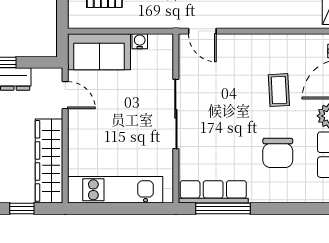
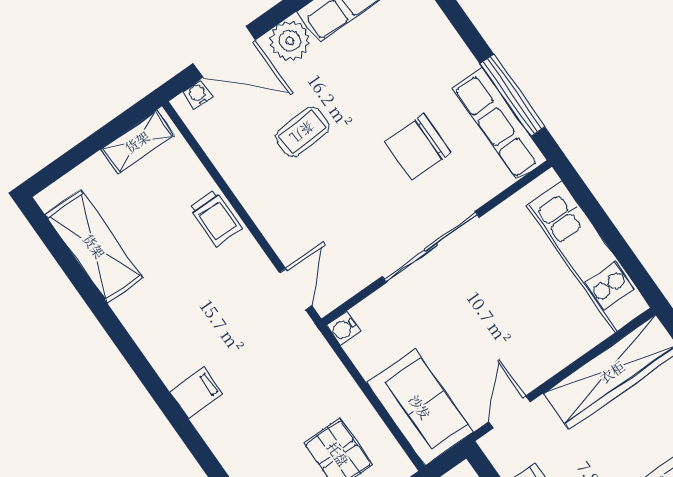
trolley: (266, 16) -> (216, 218), added
water cooler: (140, 41) -> (343, 328), moved
chair: (278, 153) -> (418, 147), moved, turned 180

